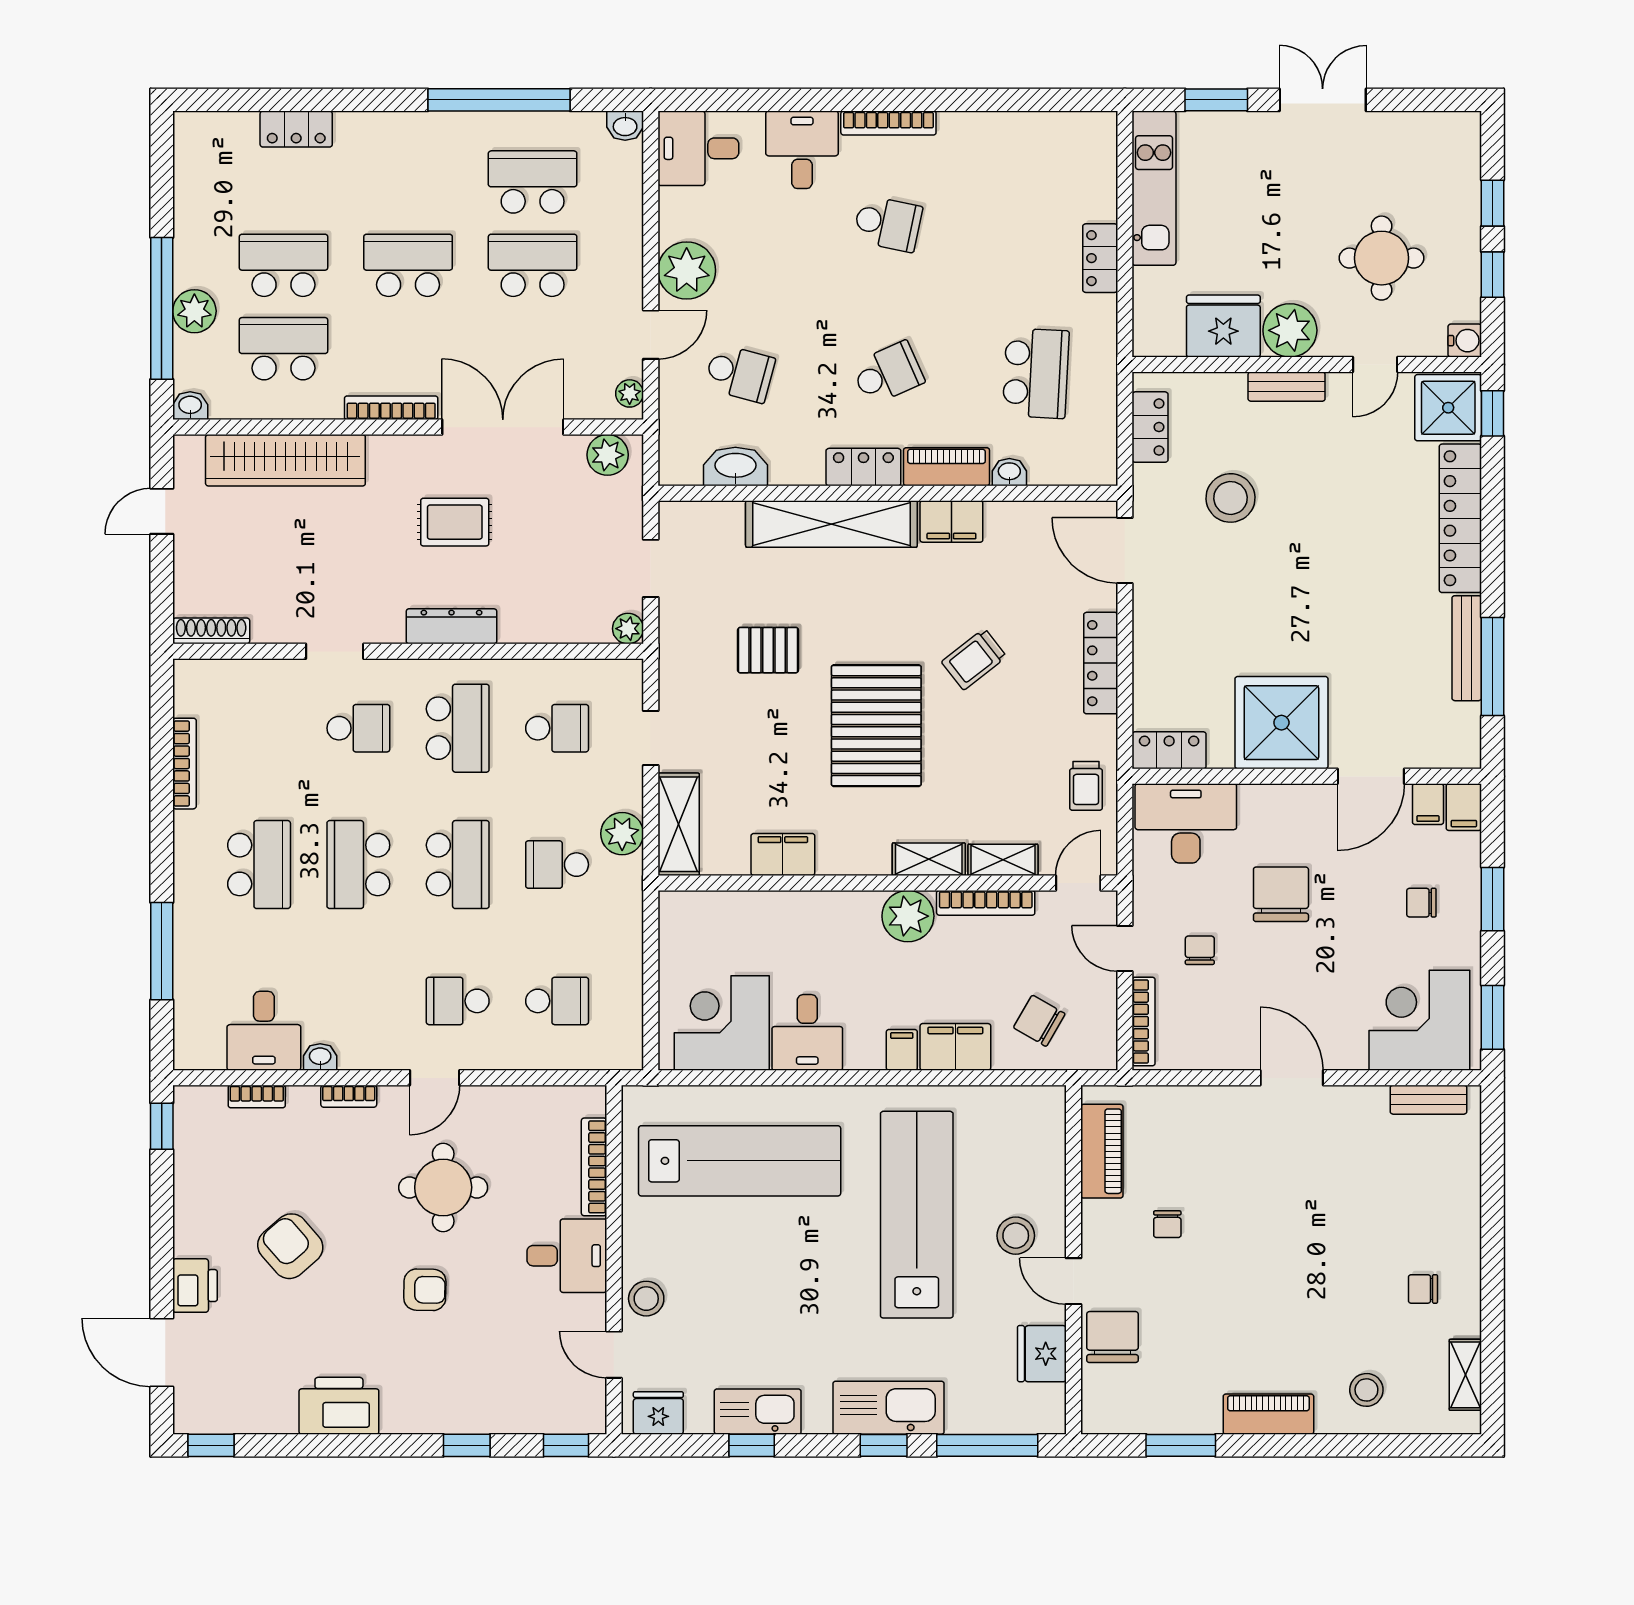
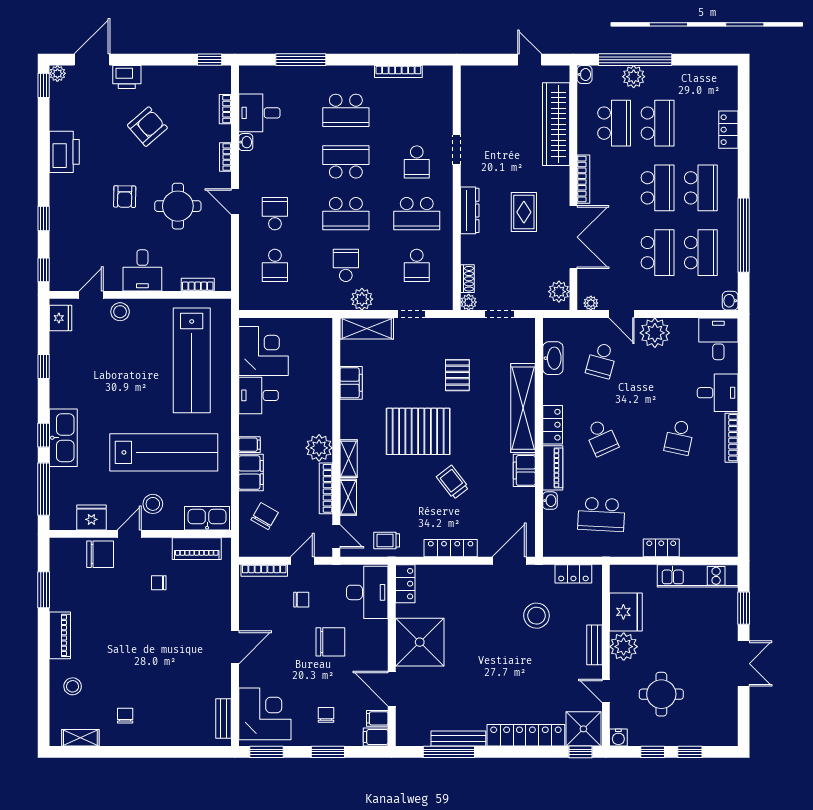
school desk: (408, 182) -> (701, 188), added
shoe rack: (211, 631) -> (467, 279), moved, width x0.70
bookcase: (594, 1167) -> (198, 285), width x0.64
kitchen sink: (758, 1412) -> (207, 518), moved, turned -90
plant: (188, 1419) -> (57, 73), added

